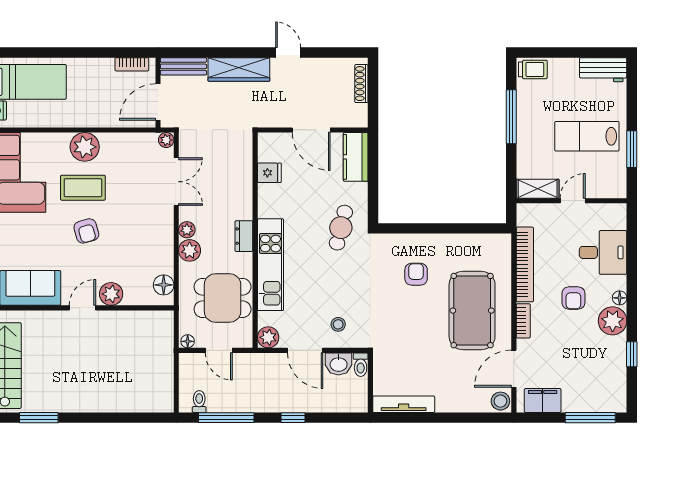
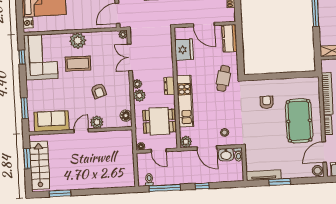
fridge: (269, 173) -> (184, 50), width x1.88, depth x1.34
double door: (176, 182) -> (130, 57), swing flipped
armchair: (86, 231) -> (99, 91), moved
window: (432, 418) -> (280, 182), added

